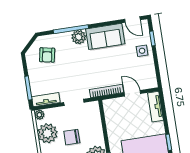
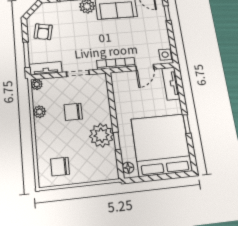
side table: (142, 51) -> (165, 55), moved
armchair: (47, 55) -> (43, 32), moved
door: (132, 93) -> (145, 68), swing flipped
plant: (47, 133) -> (39, 112), width x0.53, depth x0.53

